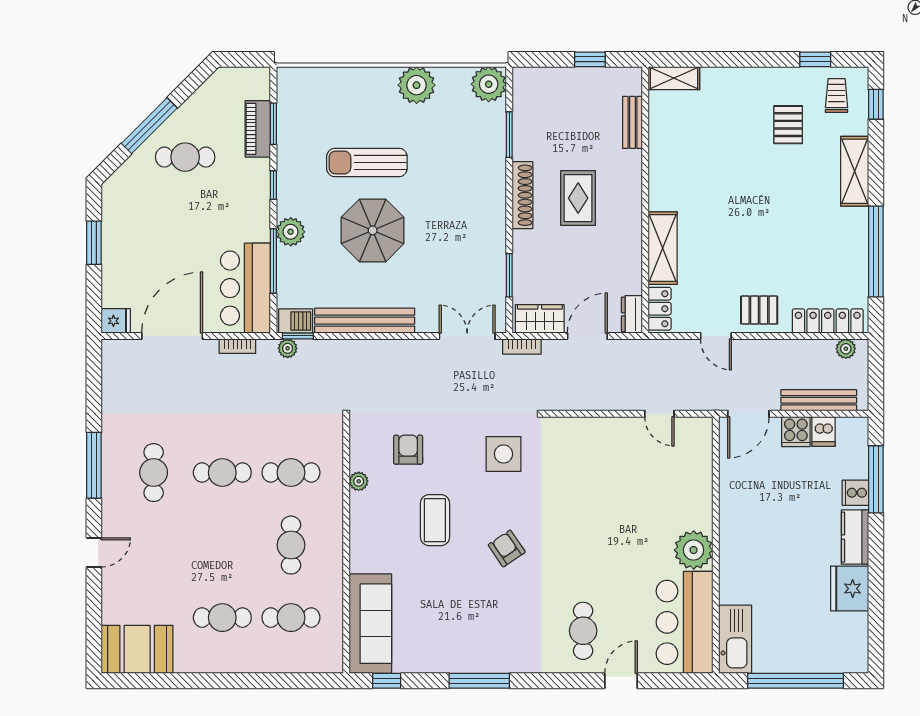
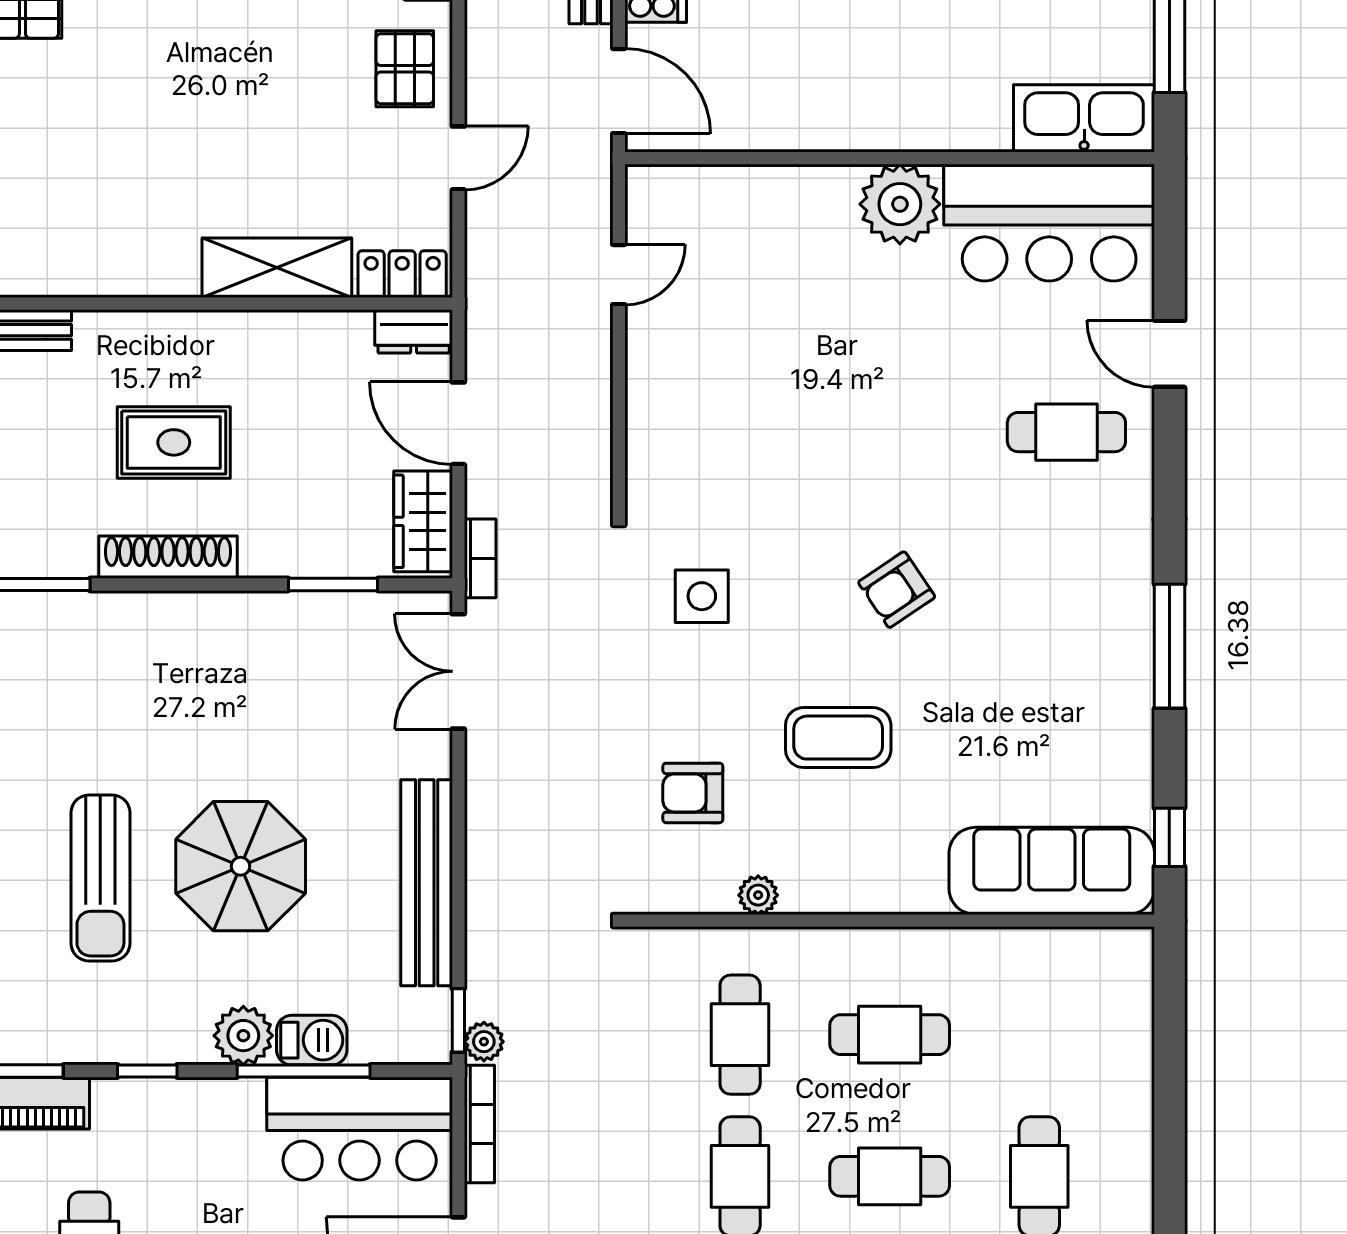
barbecue: (296, 321) -> (312, 1040), moved, turned 90
bookcase: (237, 346) -> (479, 1124), width x1.56
side table: (504, 454) -> (702, 596), width x0.73, depth x0.73
cafe table: (291, 618) -> (890, 1176), moved, turned 90

